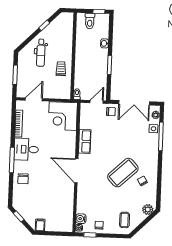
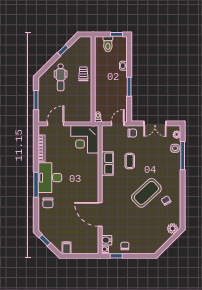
trolley: (61, 69) -> (83, 74), moved
double door: (134, 103) -> (155, 123), width x0.73
desk: (26, 149) -> (50, 178), width x1.37
door: (76, 171) -> (100, 214), moved
coffee table: (125, 220) -> (130, 161), moved

